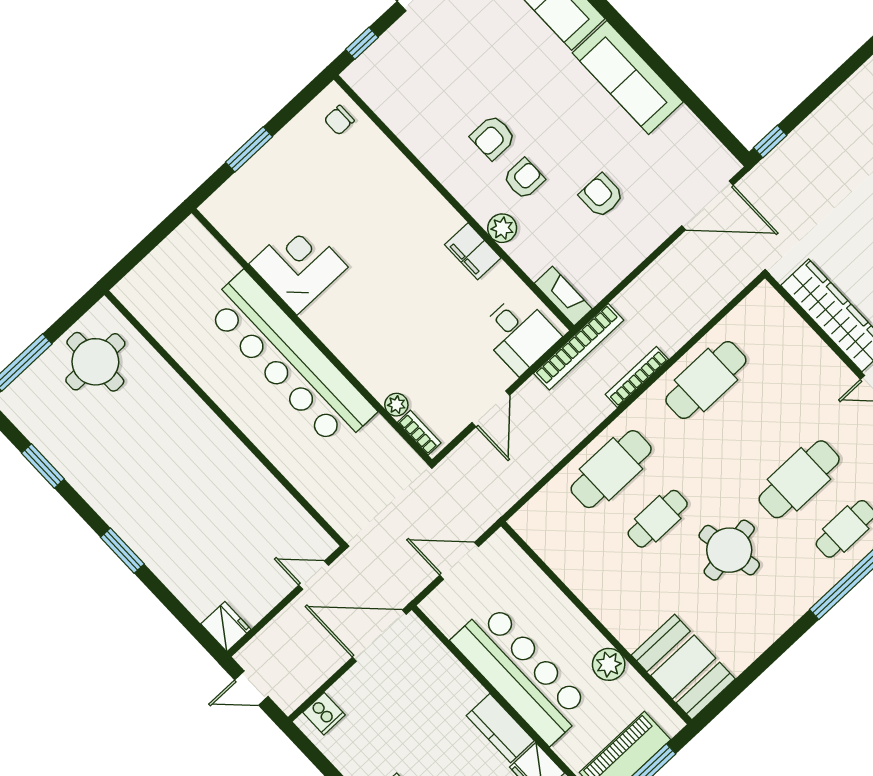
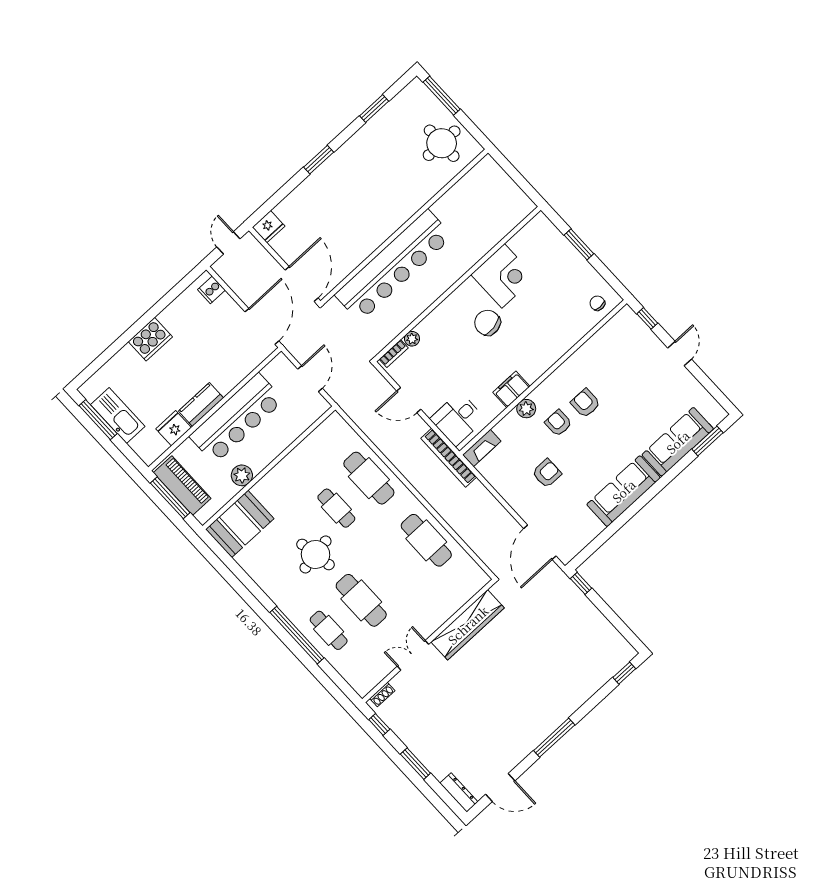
armchair: (524, 179) -> (558, 423), turned 180
chair: (371, 289) -> (487, 323), added
bar counter: (290, 360) -> (394, 266), moved, turned 180
bookcase: (637, 377) -> (429, 495), removed
door: (314, 575) -> (302, 284), width x1.87

